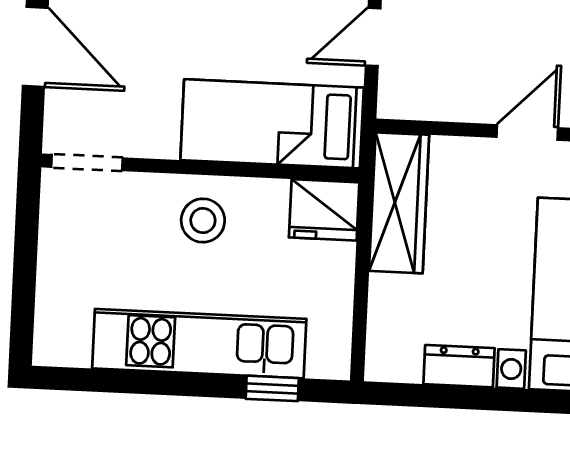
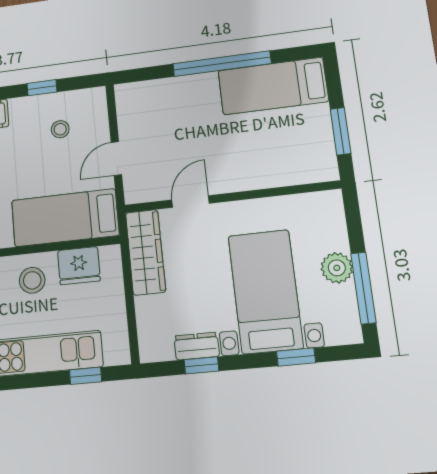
door: (527, 132) -> (190, 202), moved
fridge: (324, 210) -> (79, 266), moved
window: (462, 397) -> (201, 365), added

